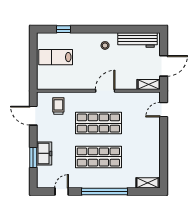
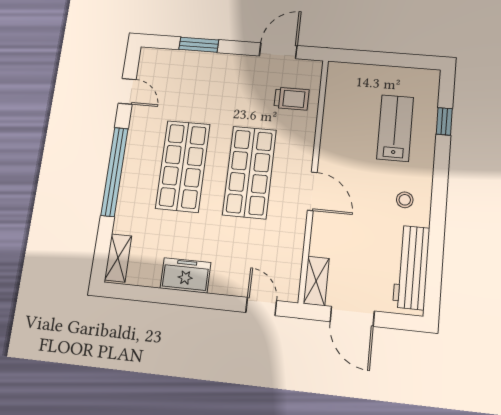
lab bench: (56, 57) -> (395, 128), moved
freezer: (44, 153) -> (185, 275), moved, turned 180

